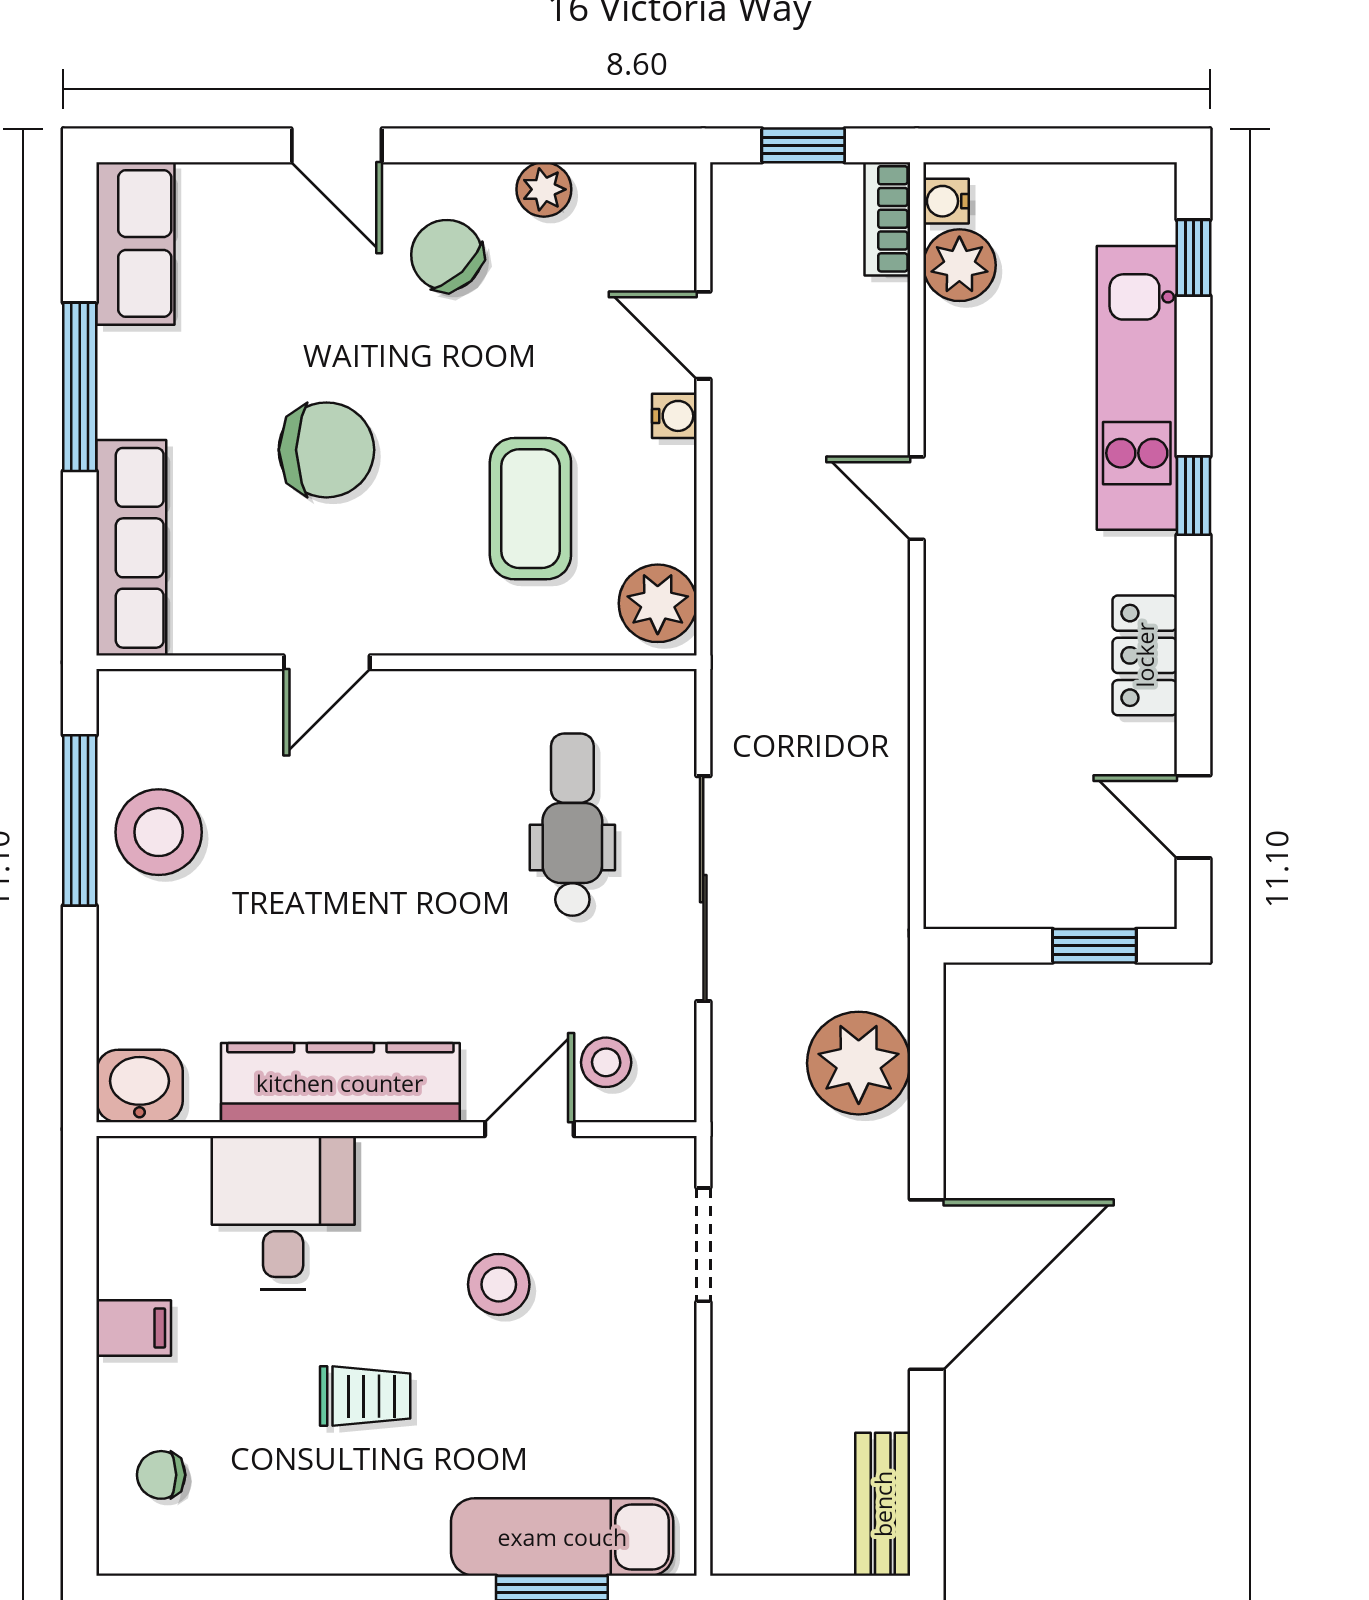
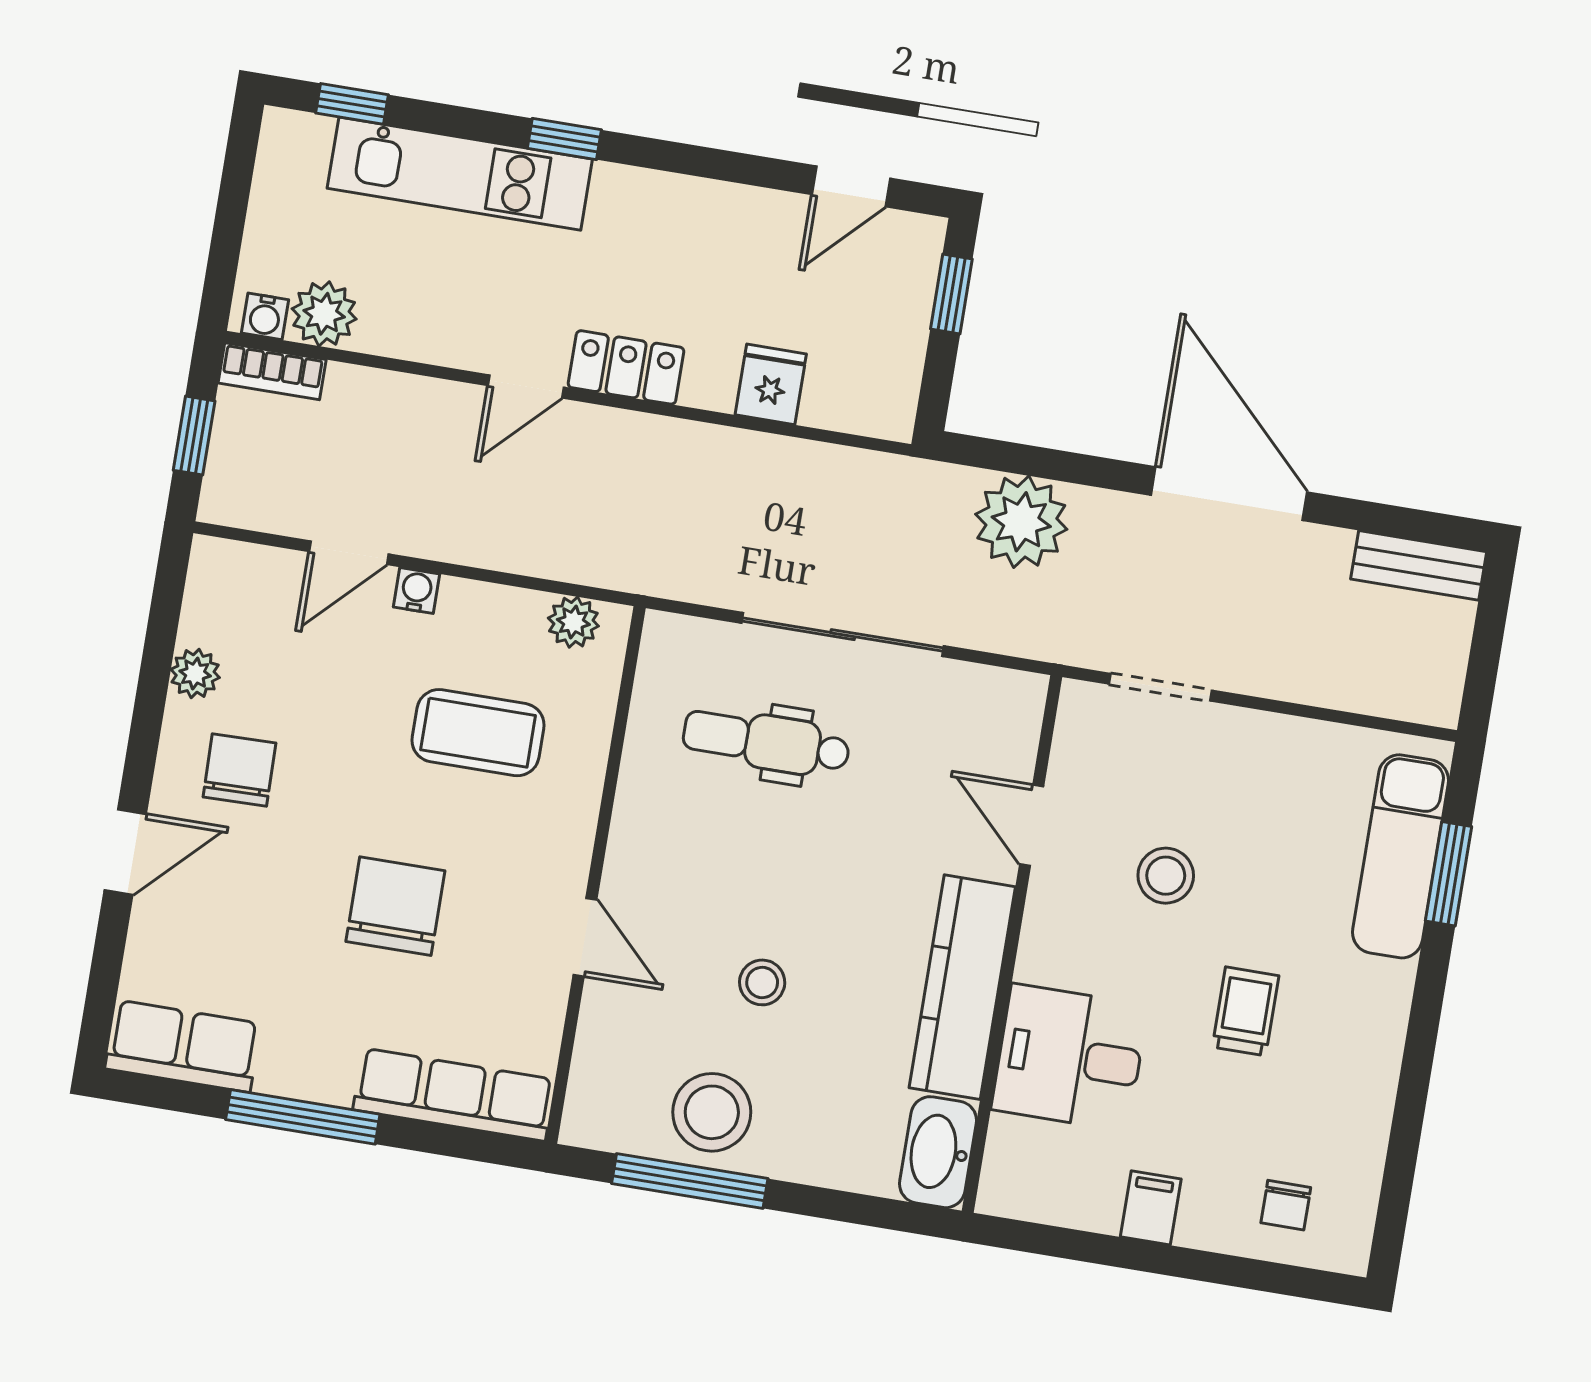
chair: (447, 255) -> (239, 770), turned 132
plant: (658, 603) -> (573, 622), width x0.73, depth x0.73
locker: (1145, 655) -> (626, 367), moved, turned 180
fridge: (963, 765) -> (771, 384), added
stool: (606, 1062) -> (762, 982), moved
washbasin: (140, 1086) -> (938, 1152), width x1.38

